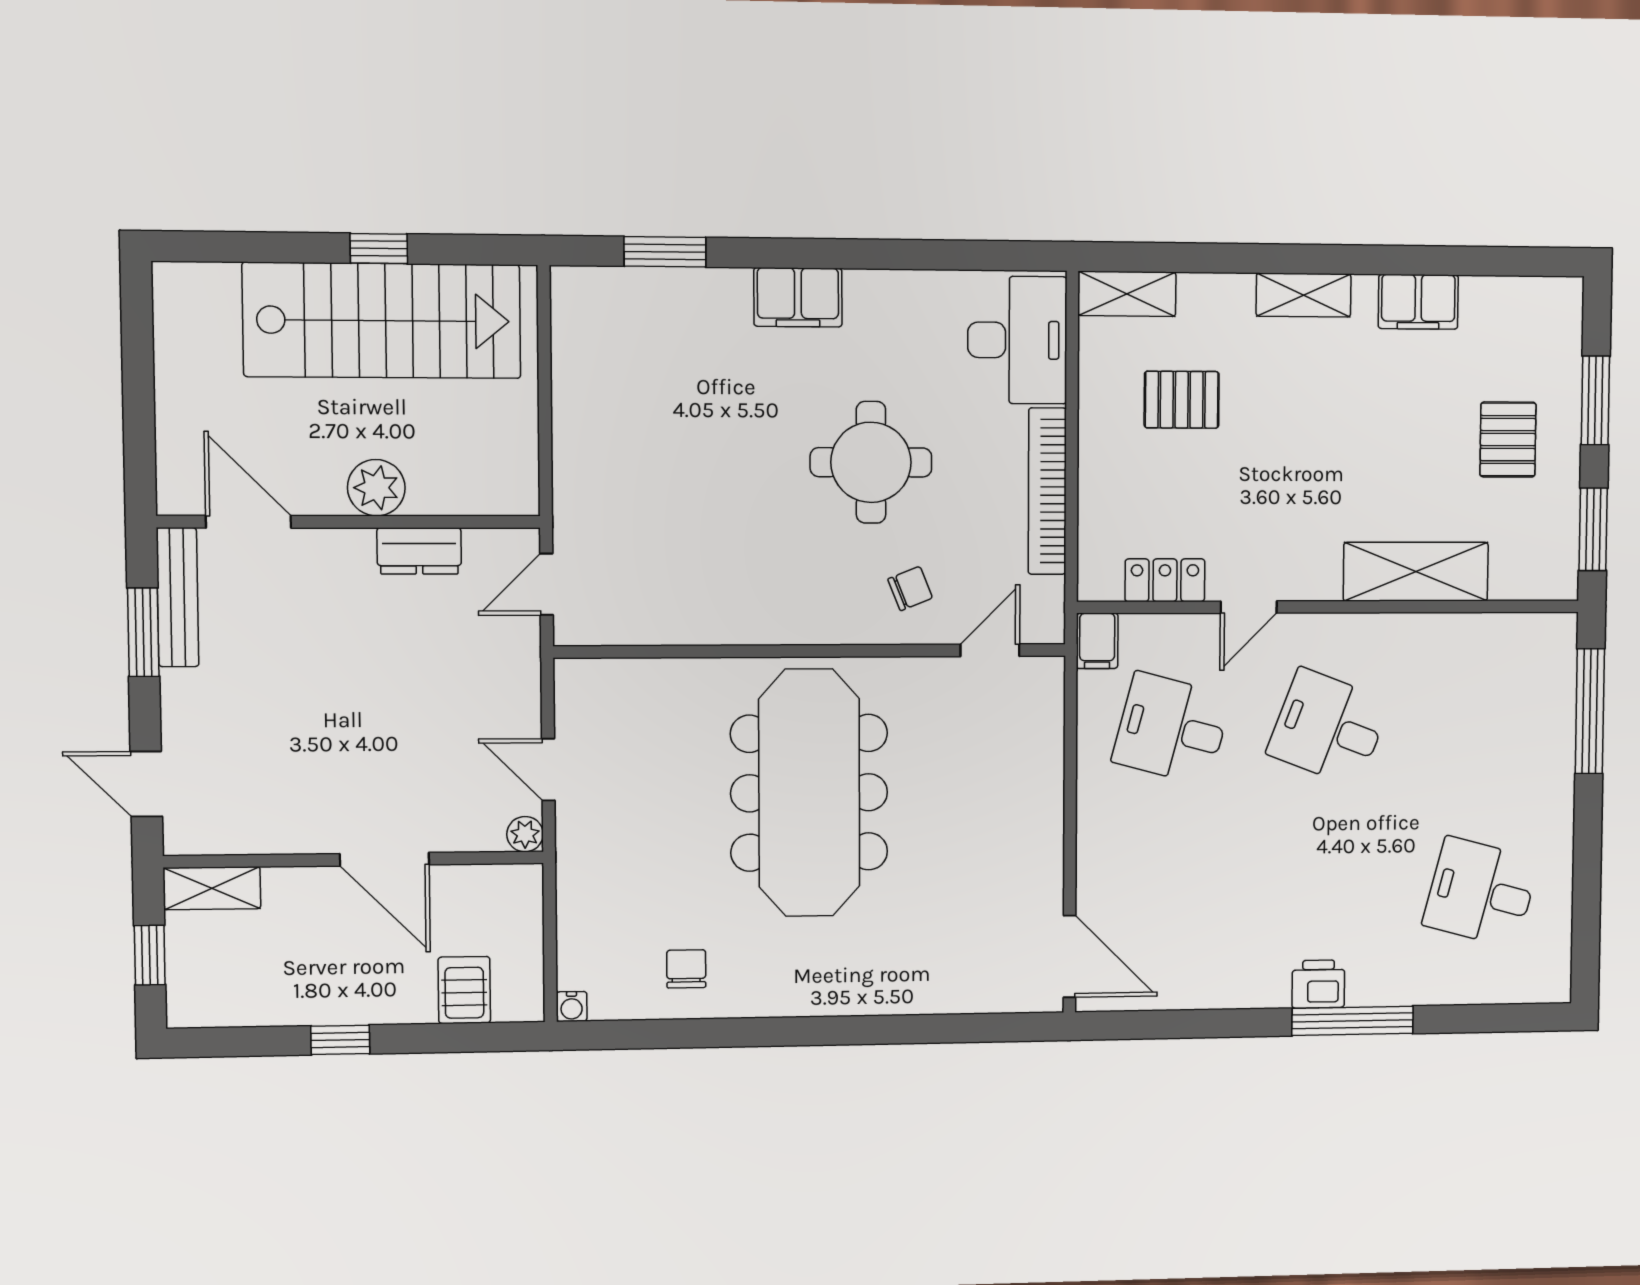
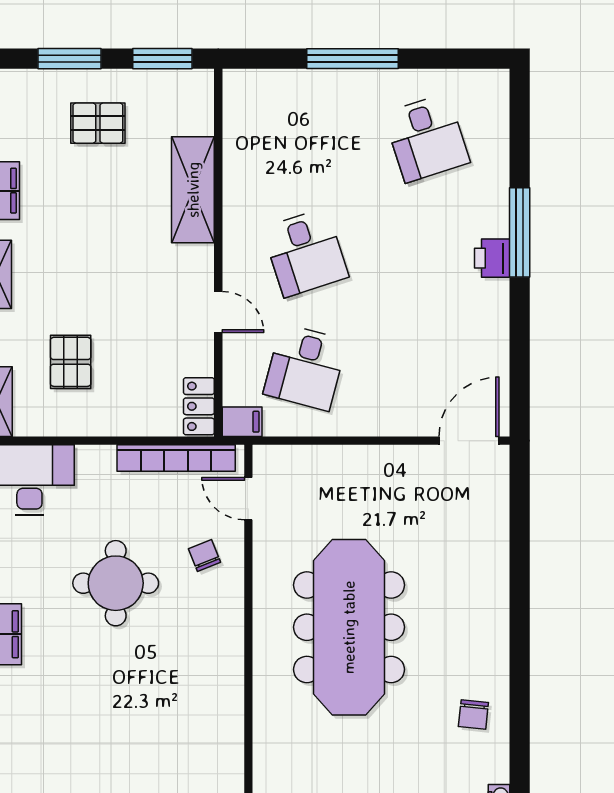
bookcase: (1047, 491) -> (176, 458), moved
locker: (1165, 580) -> (199, 406), moved
window: (1590, 711) -> (352, 59), moved
desk: (1329, 728) -> (305, 253), turned -39
meeting table: (809, 793) -> (349, 627), turned 90
desk: (1481, 892) -> (427, 138), turned -33
chair: (686, 969) -> (473, 715), turned -84

